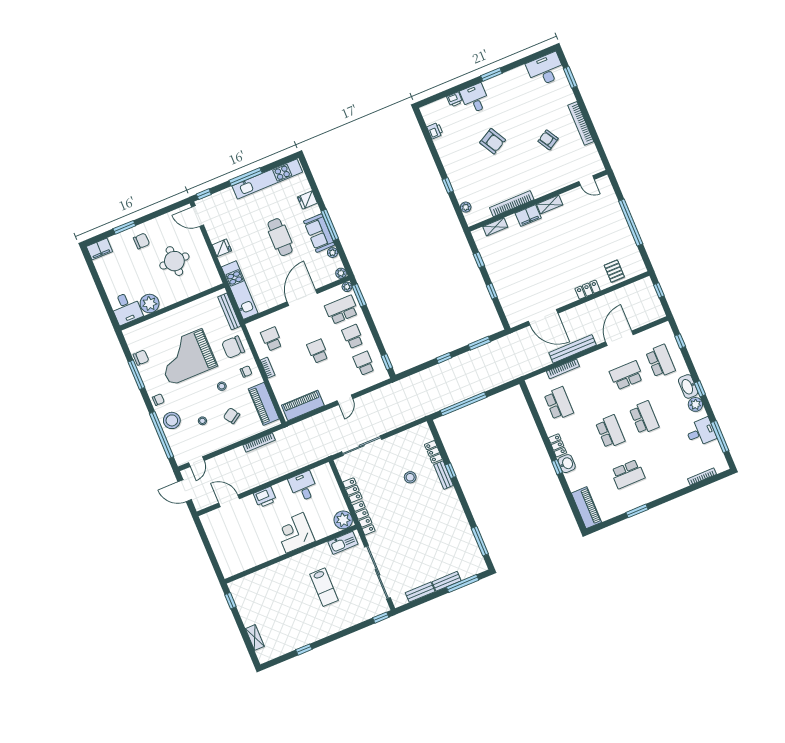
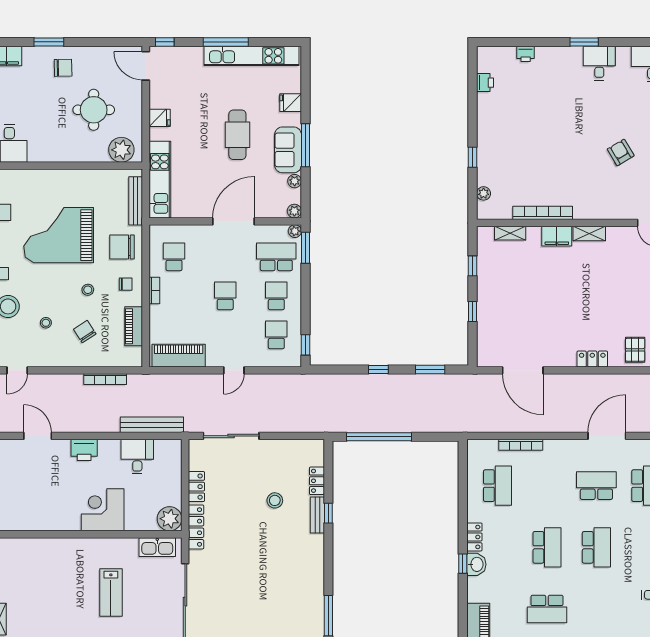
desk: (475, 98) -> (599, 63), moved
armchair: (493, 141) -> (551, 126), removed
plant: (150, 304) -> (121, 150), moved
bench: (573, 349) -> (152, 425), moved
piano: (264, 404) -> (134, 326), width x0.73, depth x0.75

